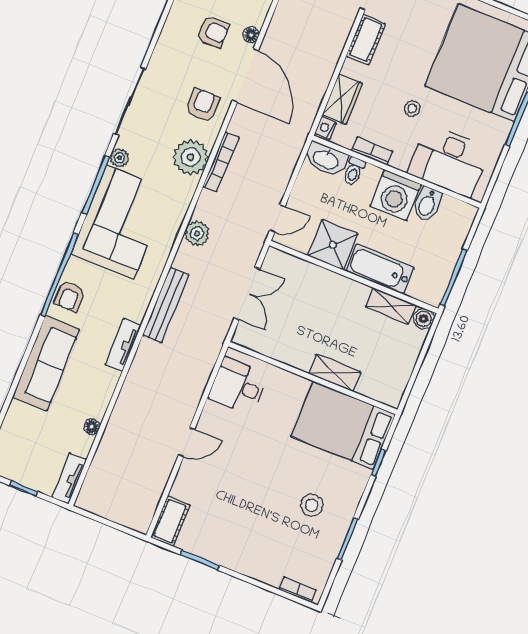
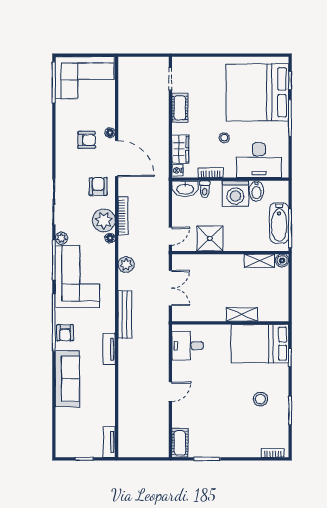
bathtub: (380, 269) -> (279, 223), moved, turned -90
floor lamp: (92, 427) -> (110, 238), moved

